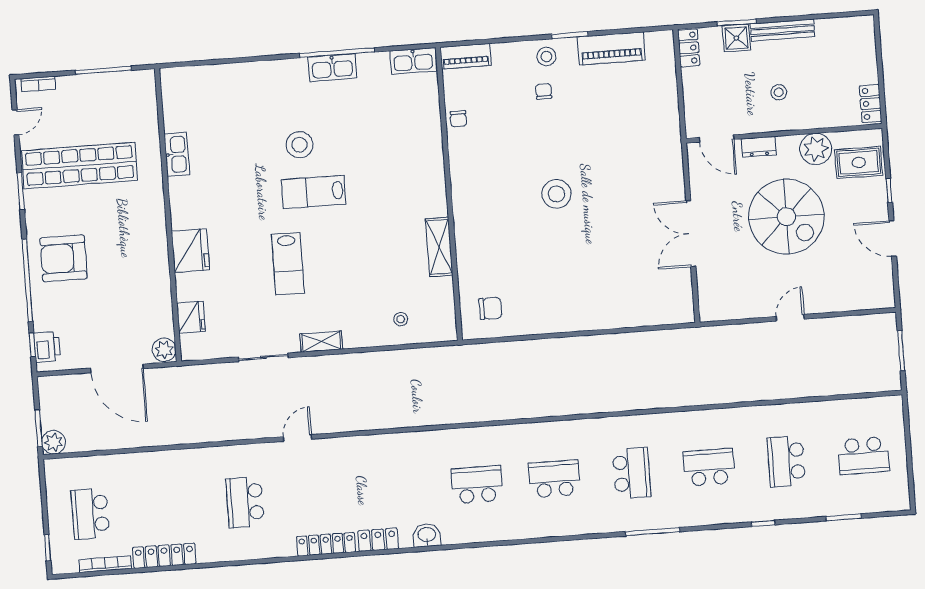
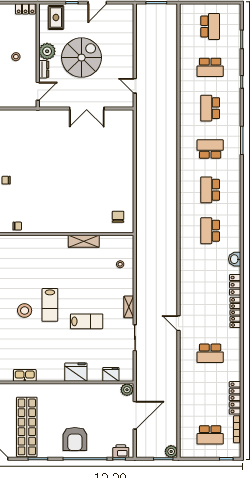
plant: (816, 149) -> (47, 51), moved
stool: (557, 194) -> (61, 177), removed
door: (790, 318) -> (135, 86), moved

